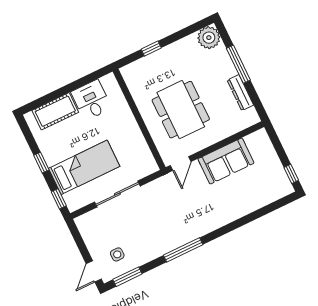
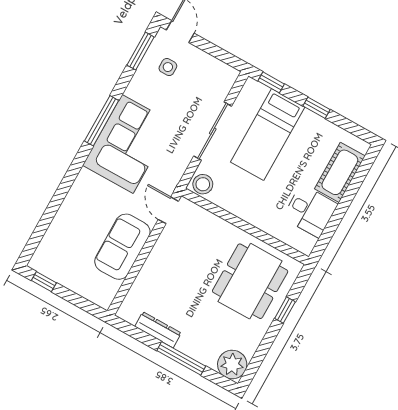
dining table: (181, 110) -> (250, 281), moved, turned 90
stool: (147, 165) -> (203, 184), added
corner sofa: (177, 224) -> (128, 144), added

